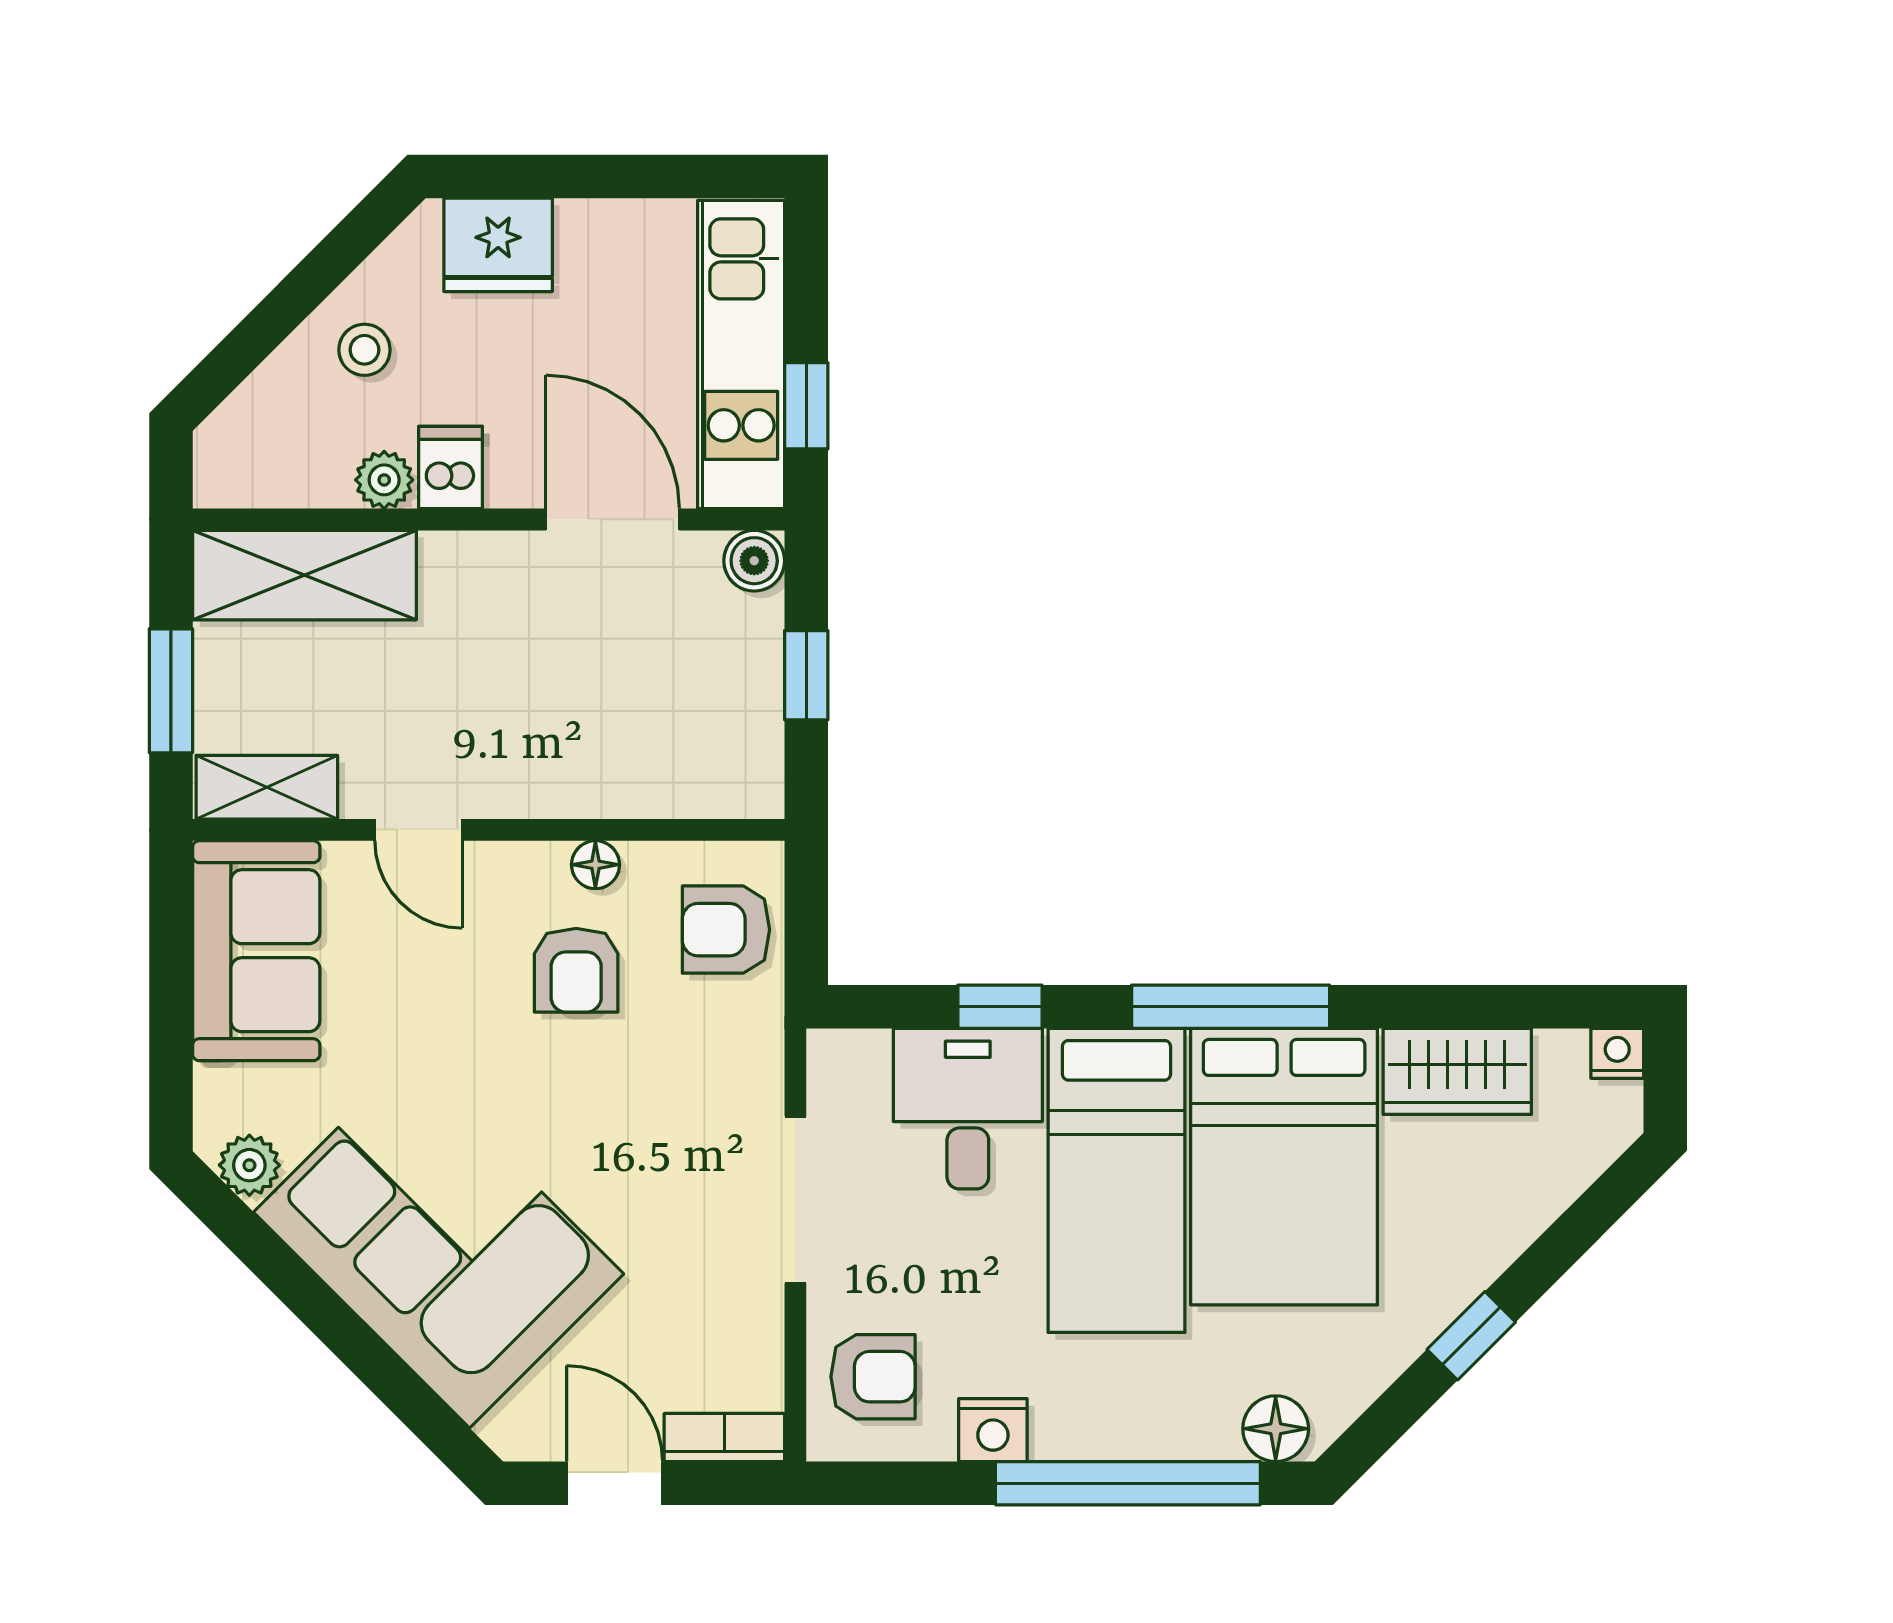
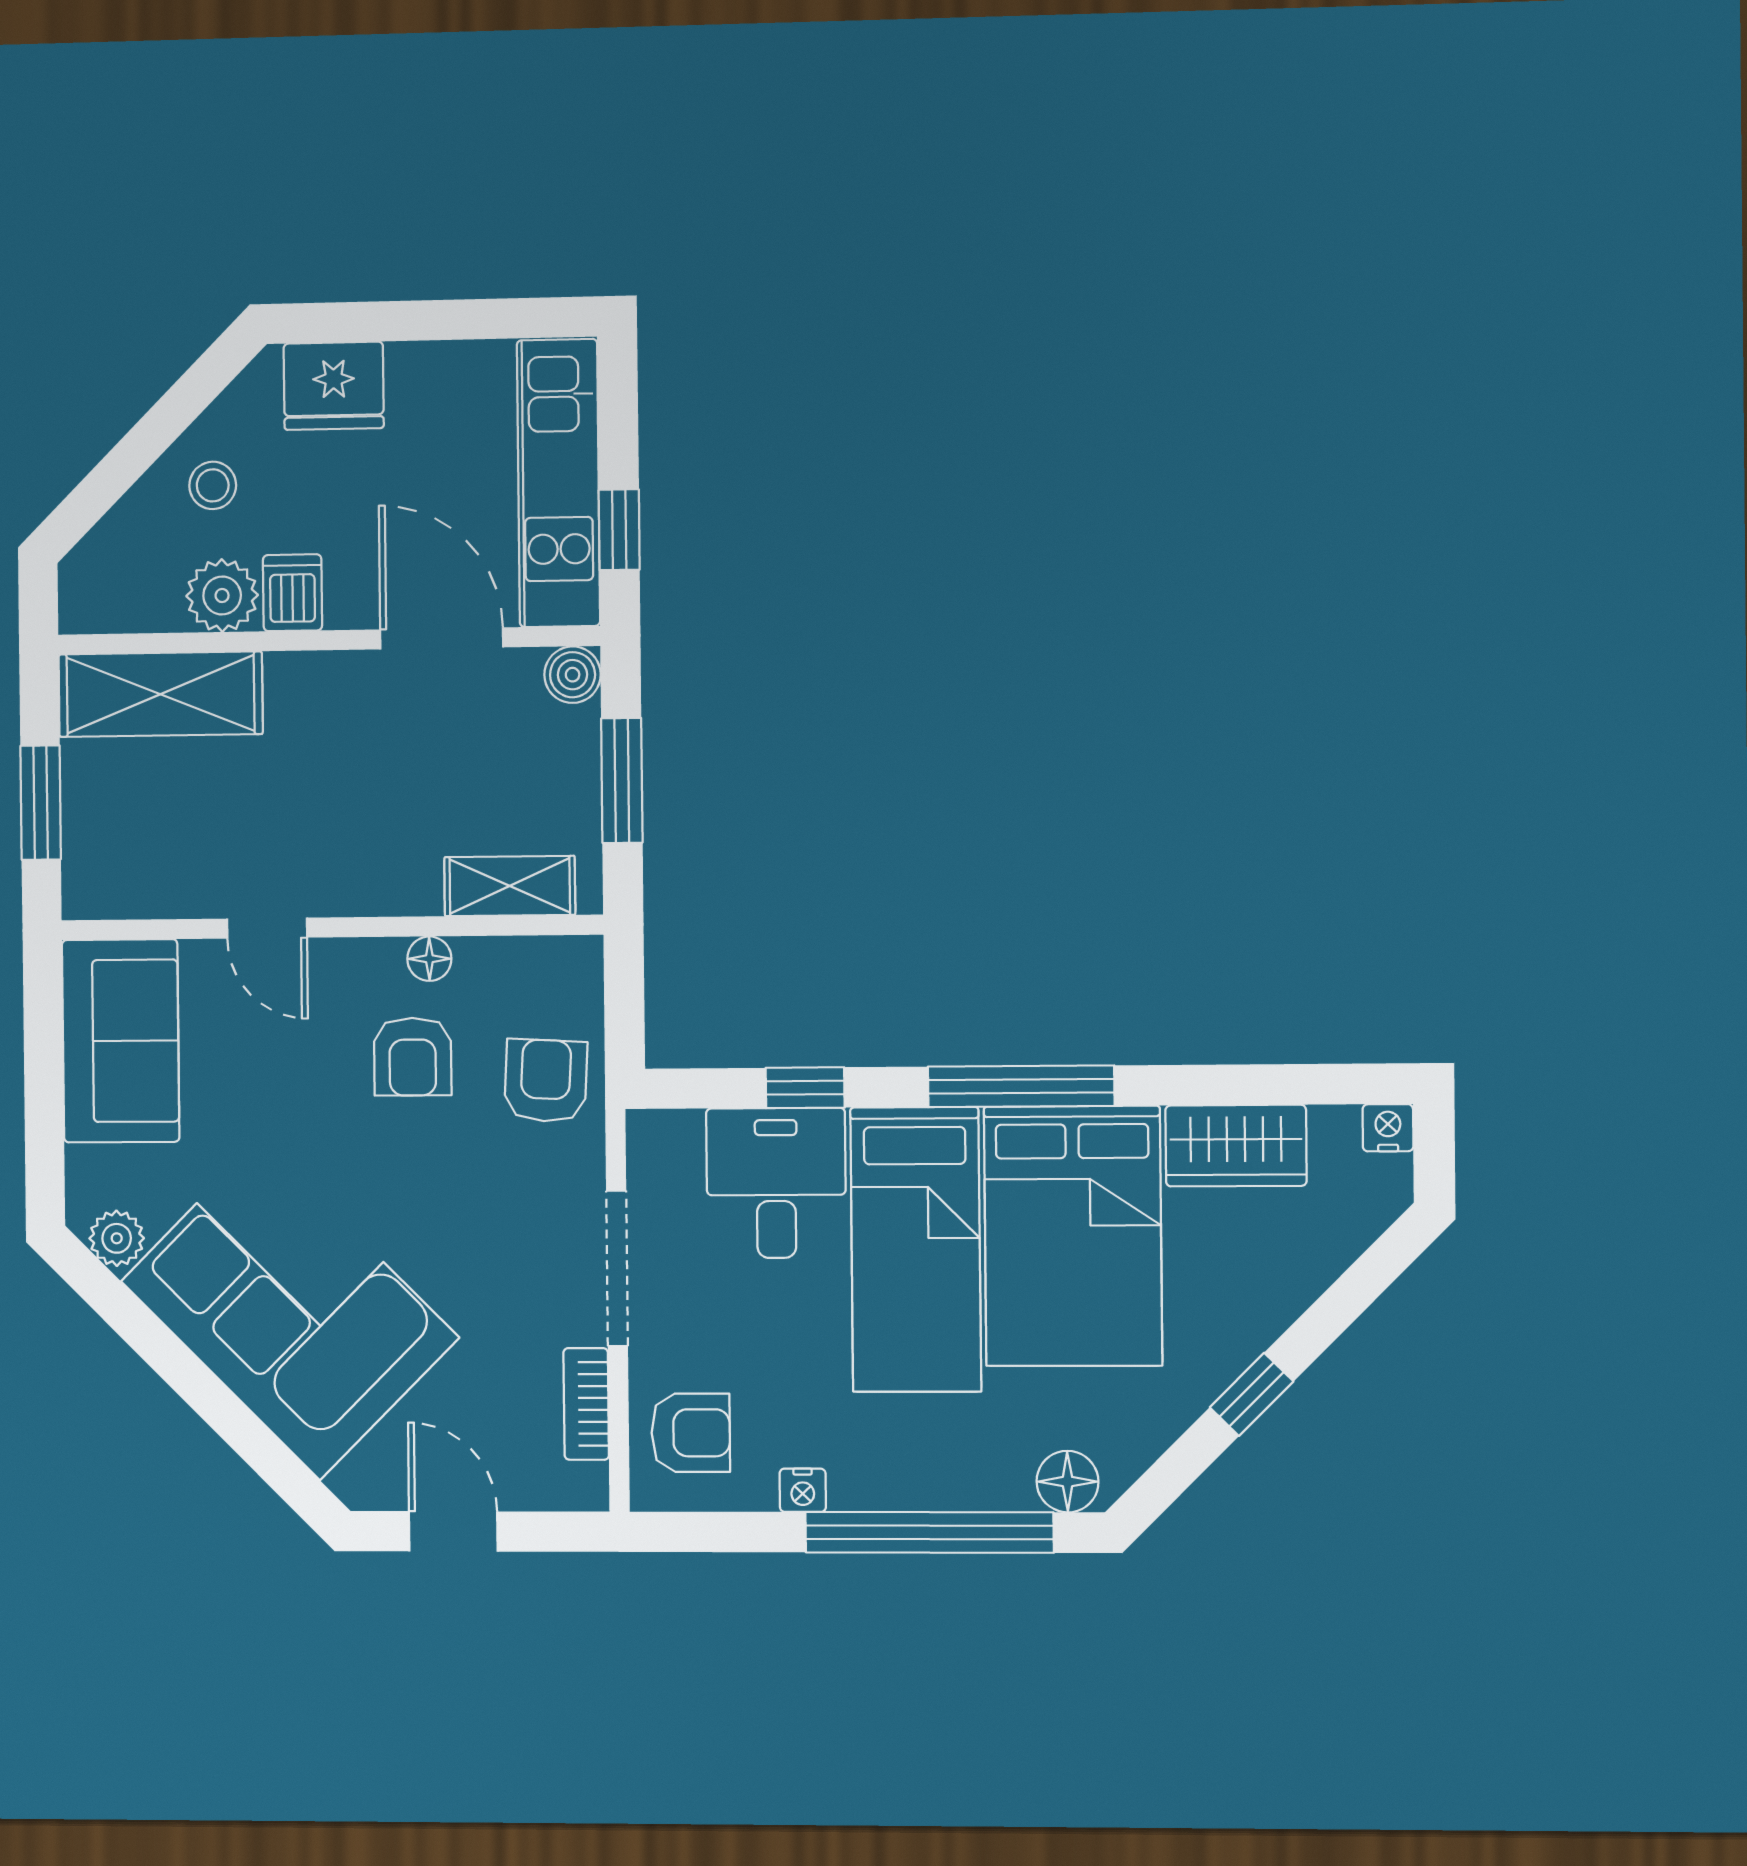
plant: (384, 480) -> (222, 595), width x1.38, depth x1.38
window: (806, 675) -> (622, 780), width x1.50
shelving: (267, 787) -> (510, 886), moved
armchair: (726, 930) -> (546, 1081), moved, turned 93
nightstand: (993, 1430) -> (803, 1490), width x0.72, depth x0.74
bookcase: (724, 1437) -> (586, 1404), moved, turned -90

